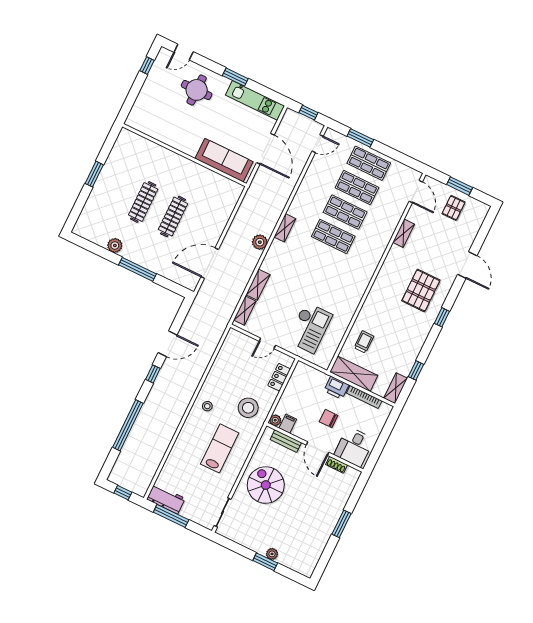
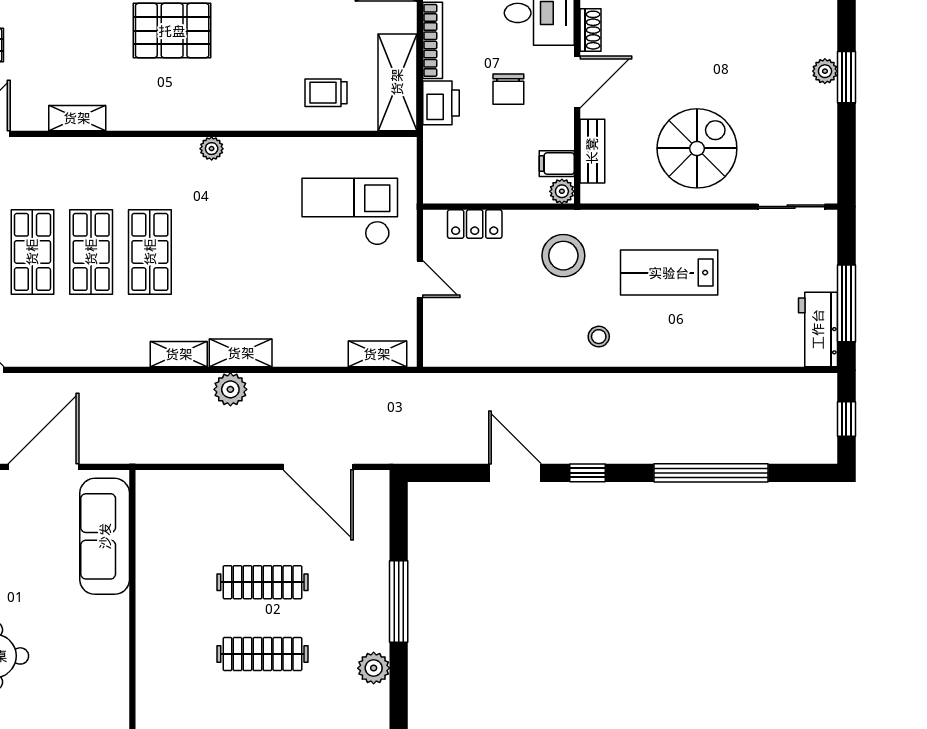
plant: (364, 283) -> (212, 149), added
shelving: (258, 285) -> (241, 353), moved
spiral stairs: (266, 485) -> (697, 148), turned 180

